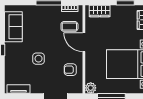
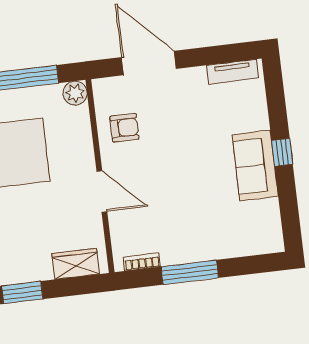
coffee table: (69, 26) -> (138, 222), removed
sofa: (13, 27) -> (255, 166), moved
side table: (39, 59) -> (197, 143), removed

